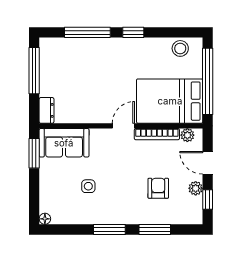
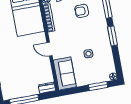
door: (123, 126) -> (50, 49), moved
window: (34, 153) -> (98, 86), moved

